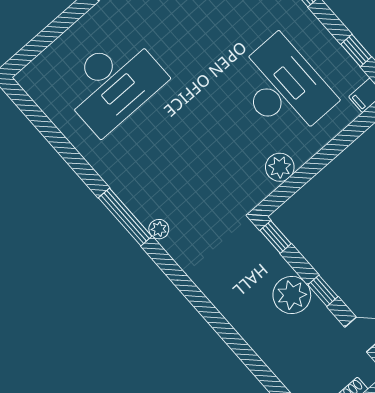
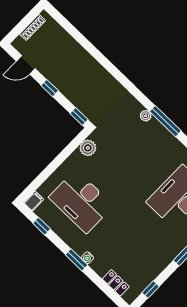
plant: (280, 167) -> (88, 148), moved
plant: (292, 295) -> (67, 84), removed

